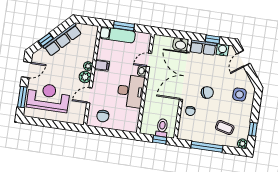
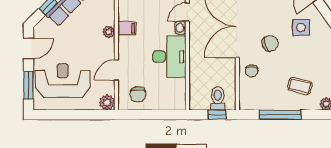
plant: (85, 77) -> (107, 102), moved
side table: (240, 94) -> (301, 27), moved

